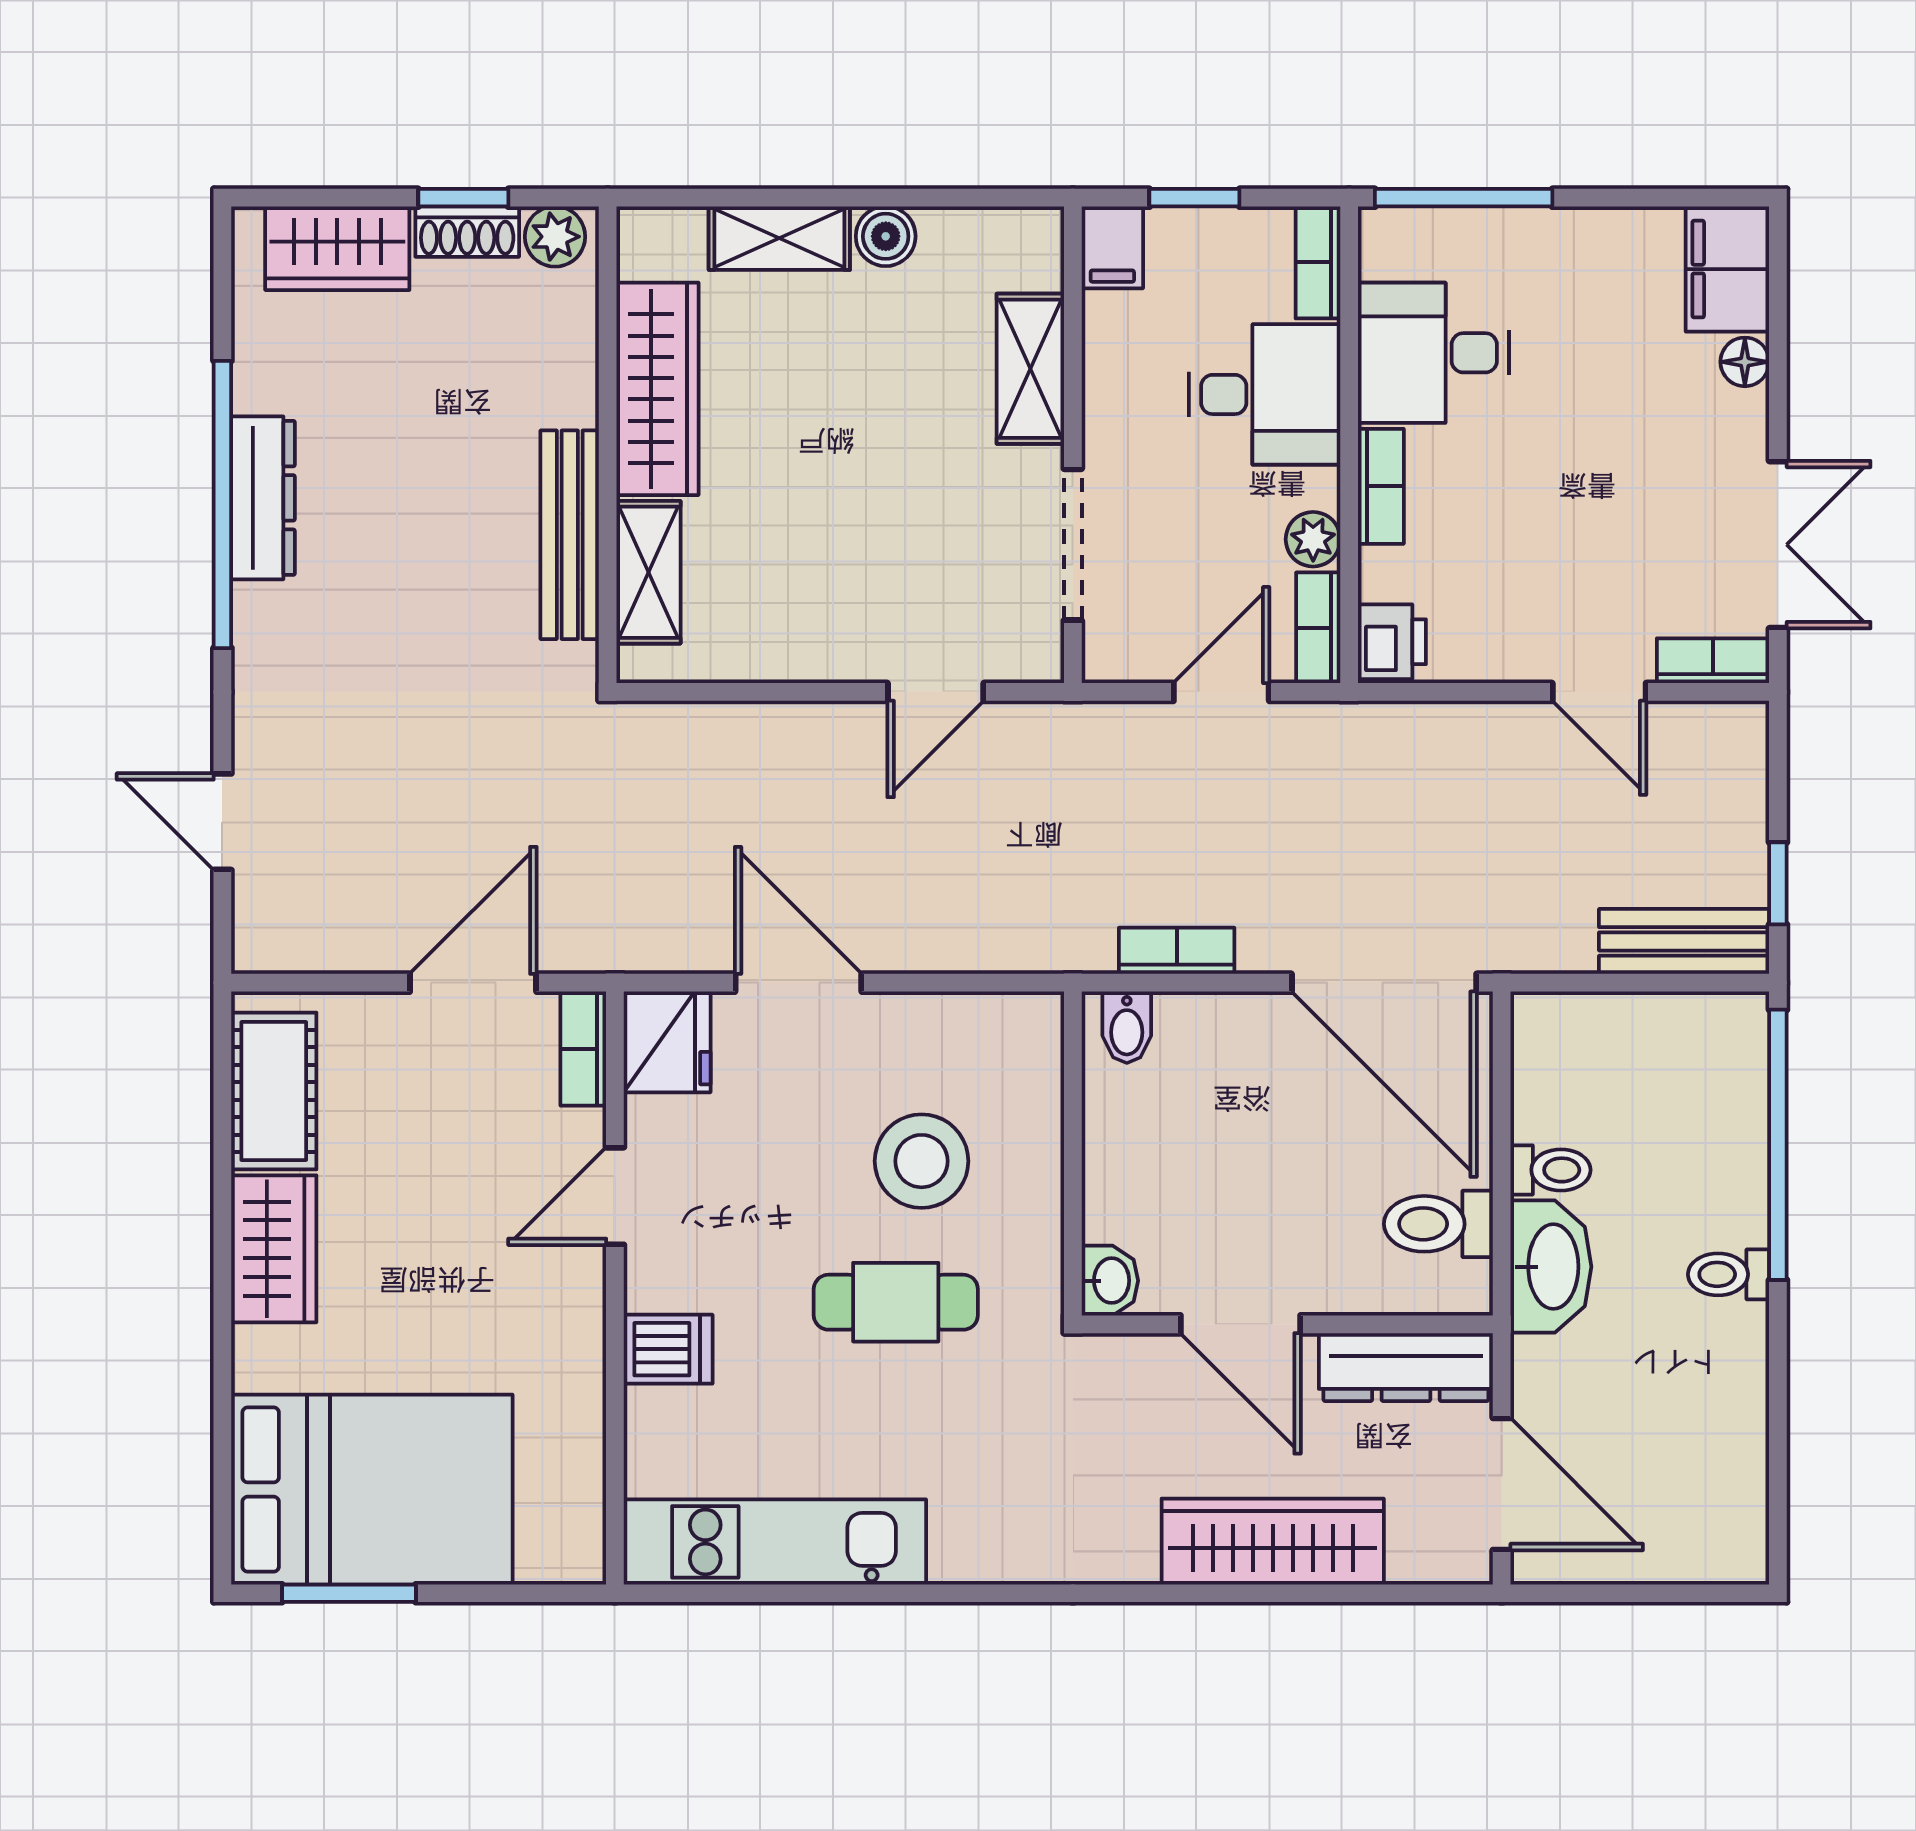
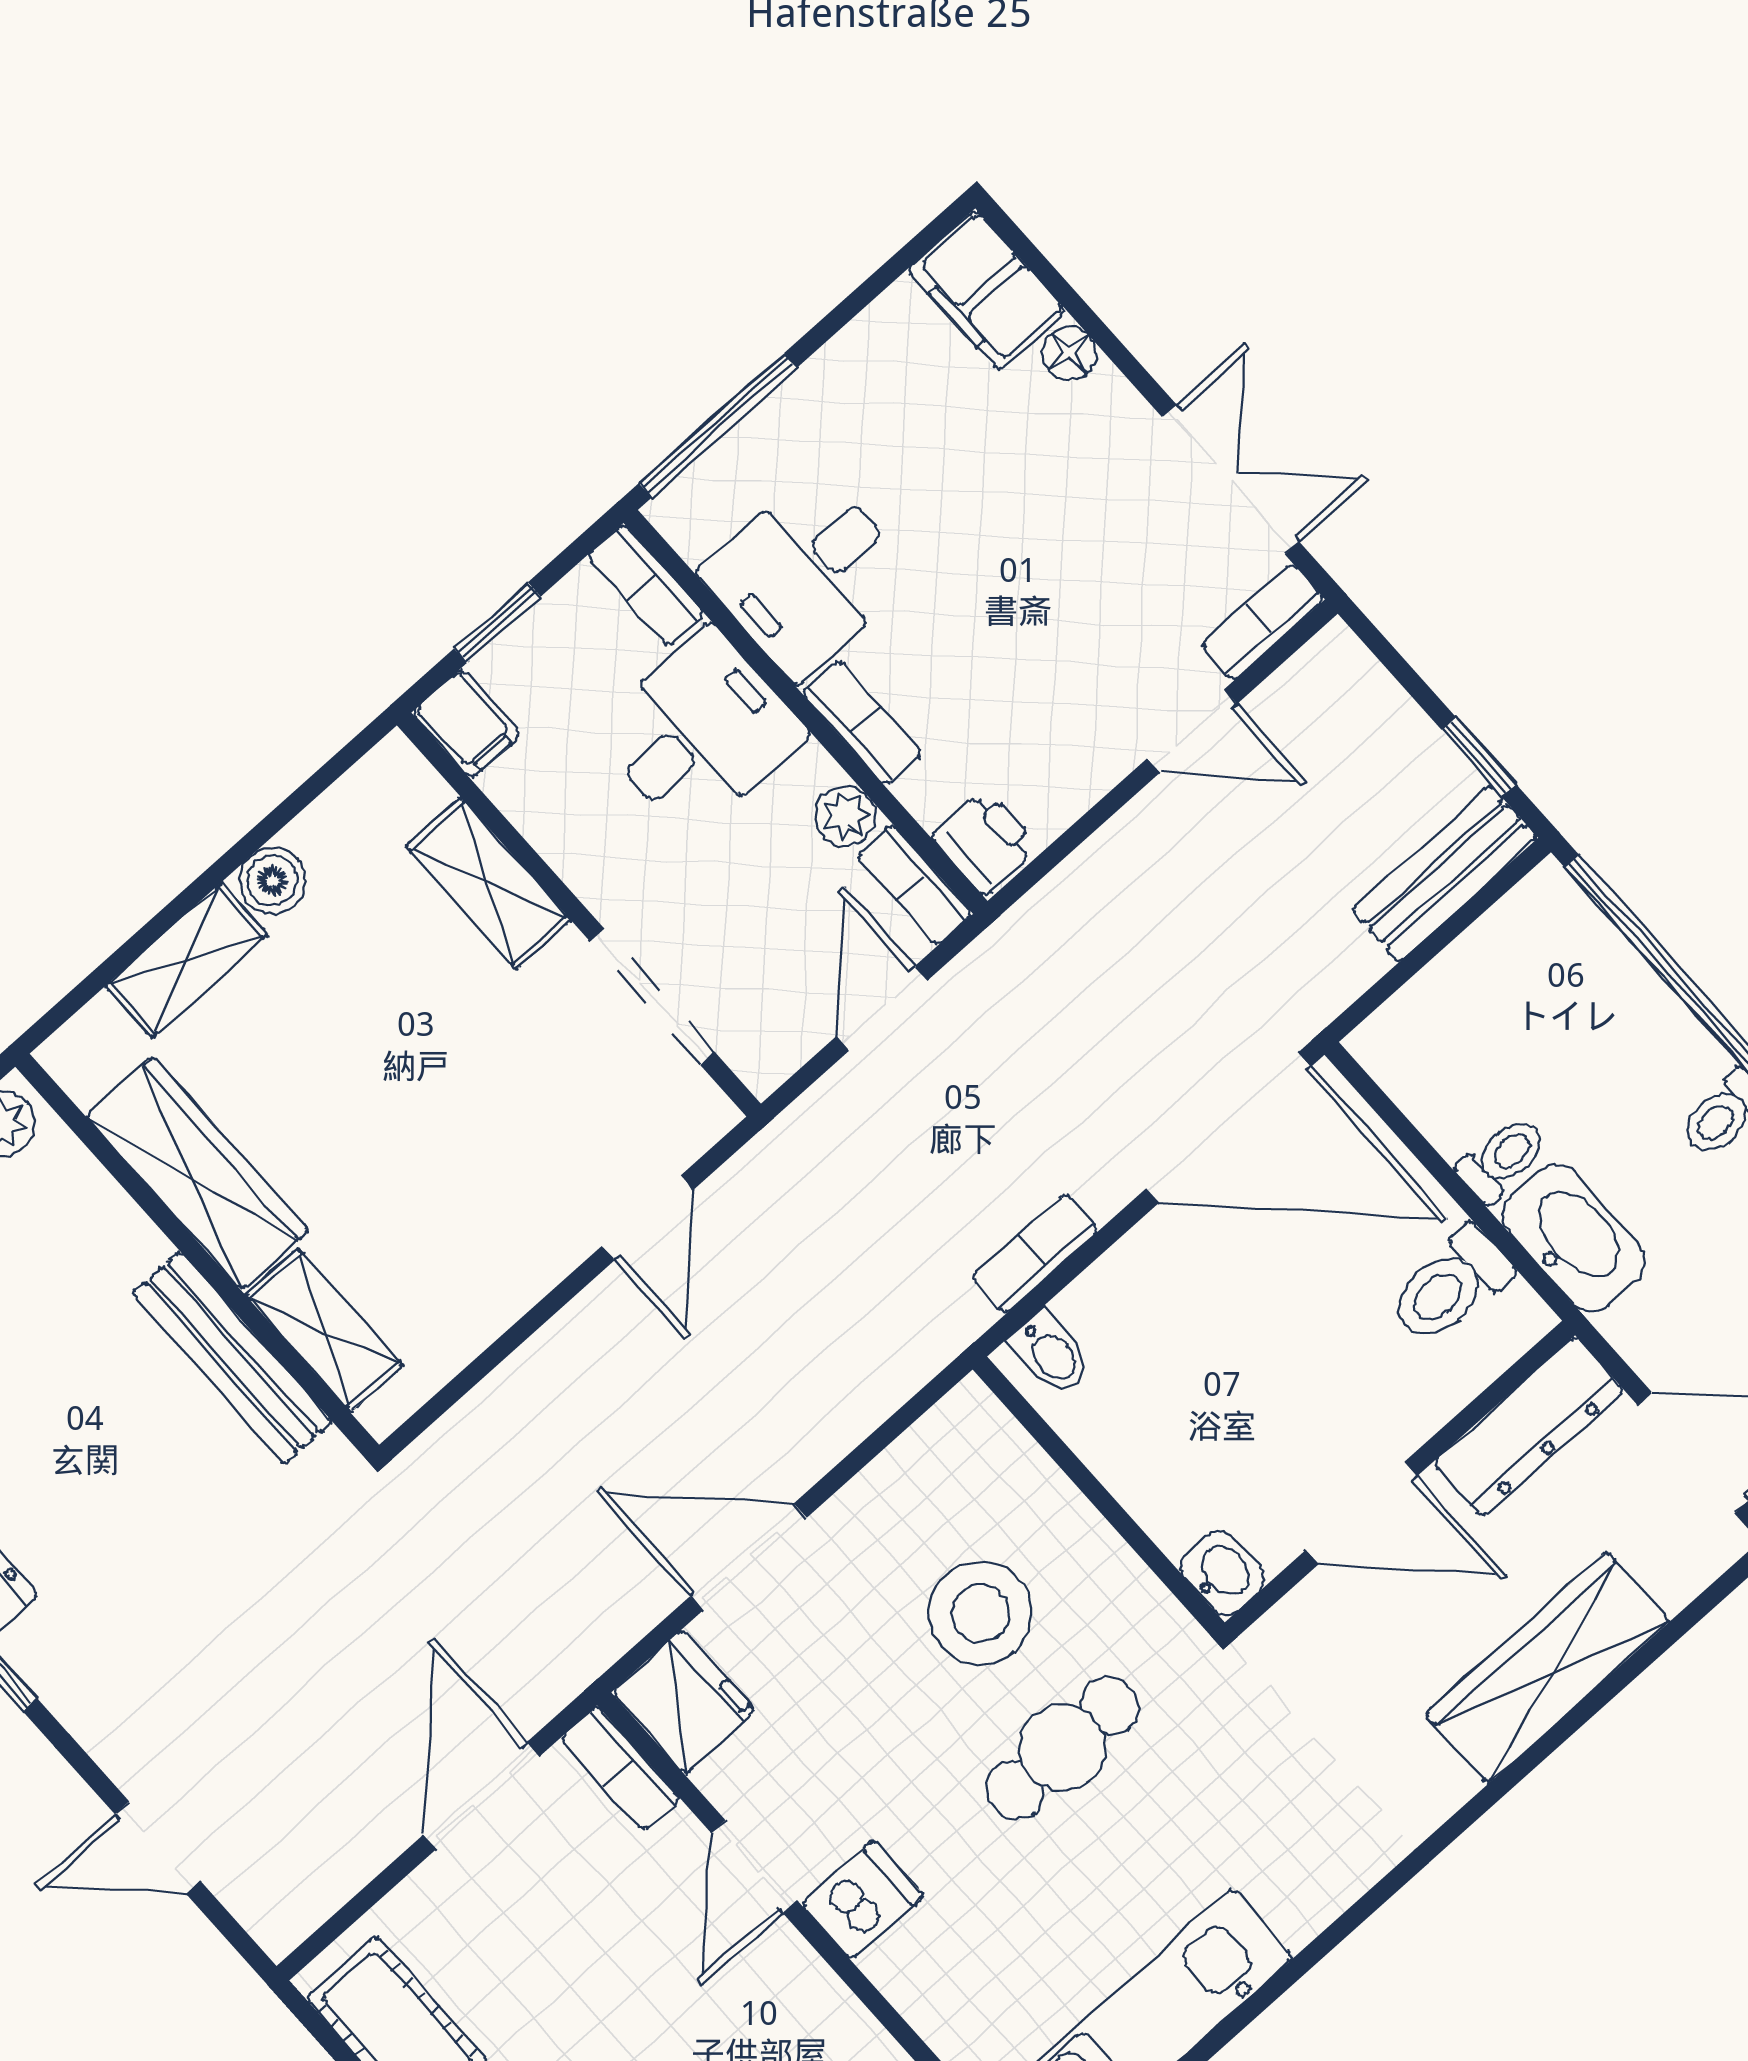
dishwasher: (668, 1349) -> (862, 1900), moved

